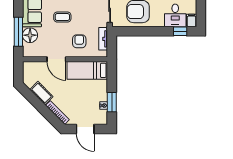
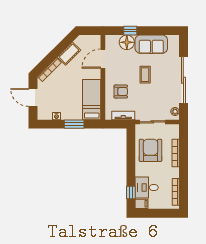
window: (18, 32) -> (130, 31), width x0.46
door: (56, 59) -> (103, 59), moved
window: (112, 102) -> (74, 124), moved
door: (85, 129) -> (33, 97), hinge flipped

